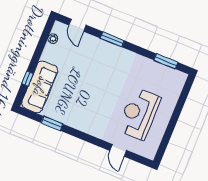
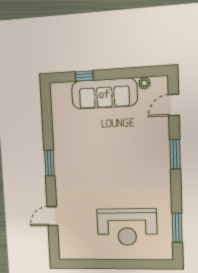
sofa: (40, 87) -> (104, 94), moved
reception desk: (139, 114) -> (127, 227), moved, turned 180
window: (52, 123) -> (49, 163), moved

